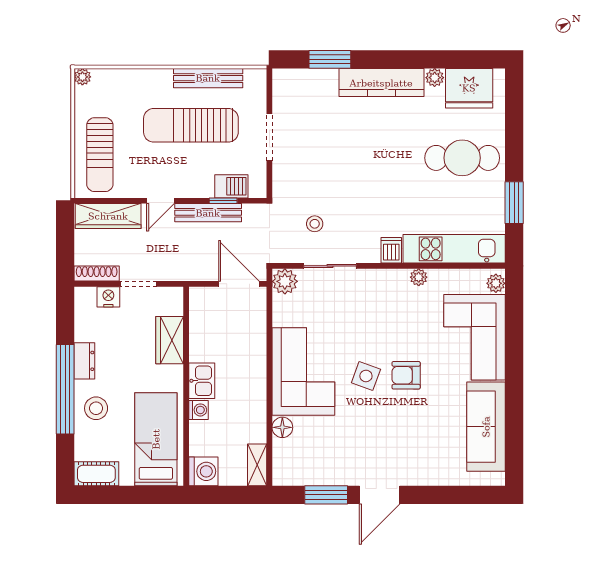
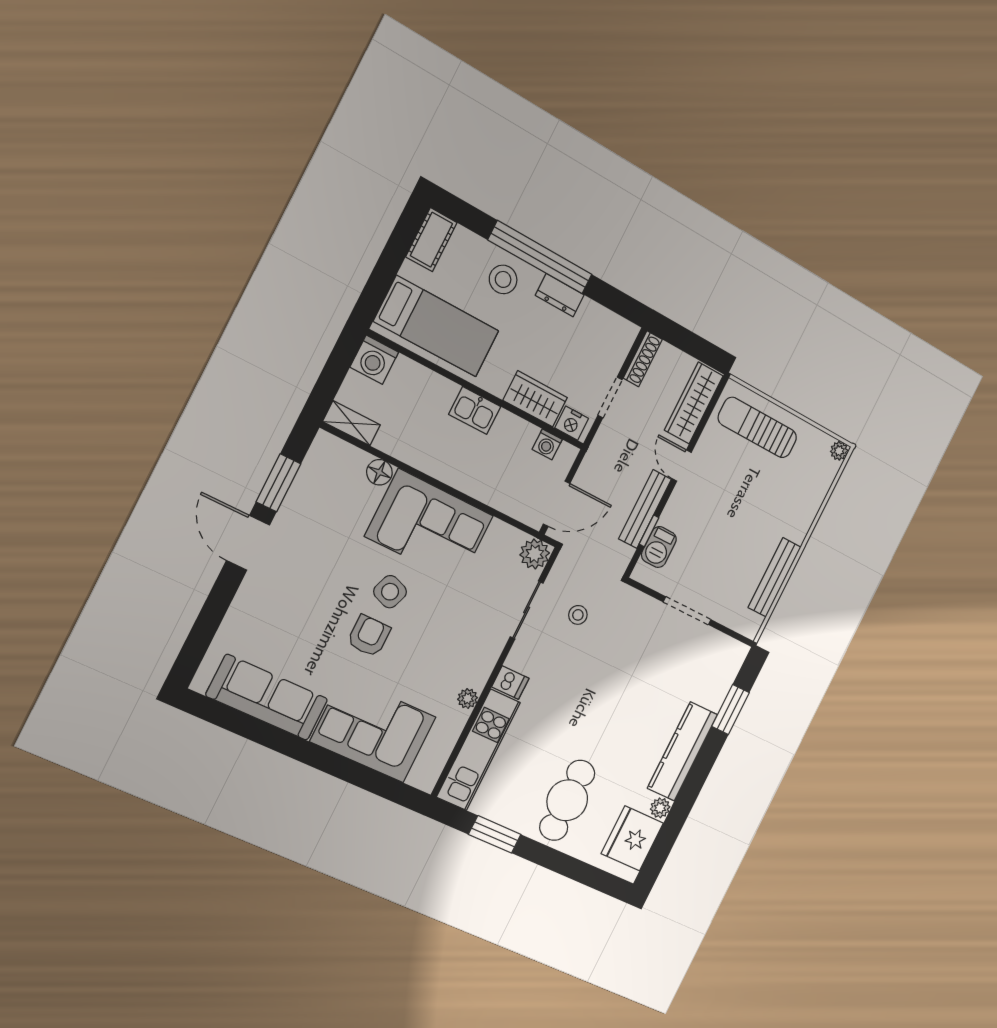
sun lounger: (191, 125) -> (739, 536), removed
plant: (496, 283) -> (420, 778), removed
nightstand: (108, 297) -> (572, 423), moved, turned 90
washing machine: (198, 410) -> (547, 444), moved

